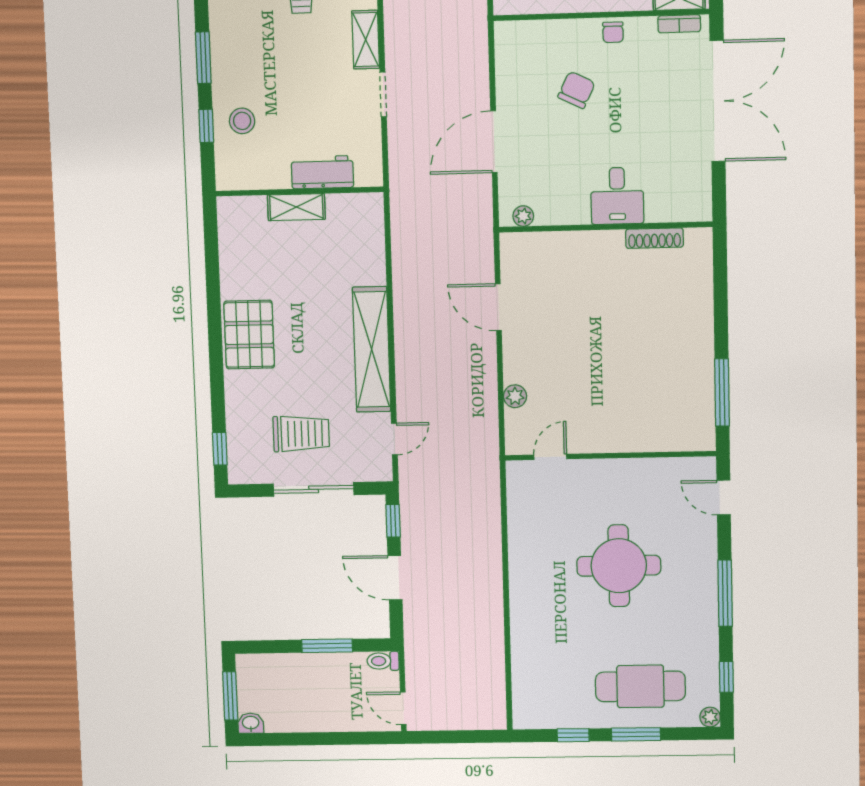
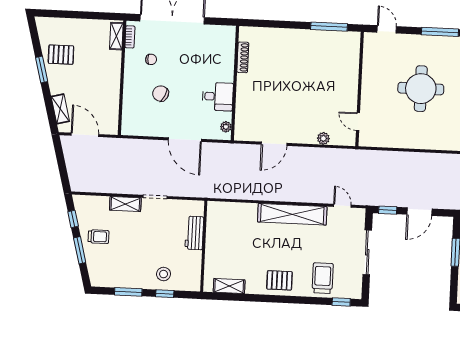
chair: (613, 32) -> (151, 59), moved
desk: (617, 196) -> (218, 97), moved
shelving: (296, 207) -> (229, 286), moved, turned 90
pallet: (249, 335) -> (279, 280), width x0.67, depth x0.71
trolley: (301, 434) -> (323, 278), moved
door: (724, 497) -> (387, 29), swing flipped

